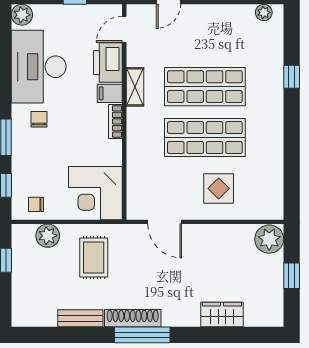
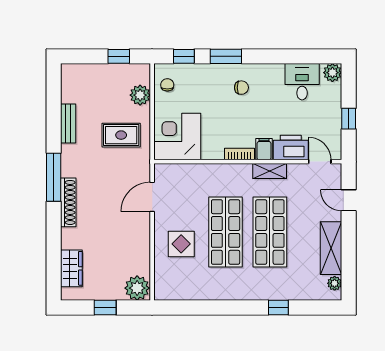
shelving: (223, 16) -> (331, 248), added
desk: (39, 67) -> (302, 82), width x0.53, depth x0.77
wardrobe: (222, 314) -> (71, 268), moved
shoe rack: (133, 318) -> (68, 202), moved

